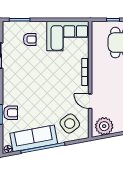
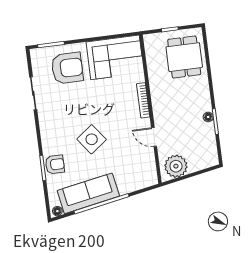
armchair: (30, 39) -> (67, 68), width x1.88, depth x1.88
side table: (70, 124) -> (92, 139), moved

